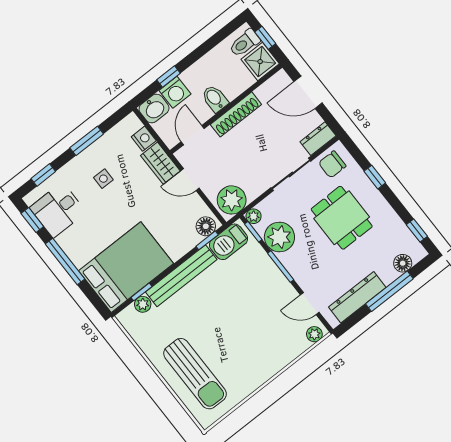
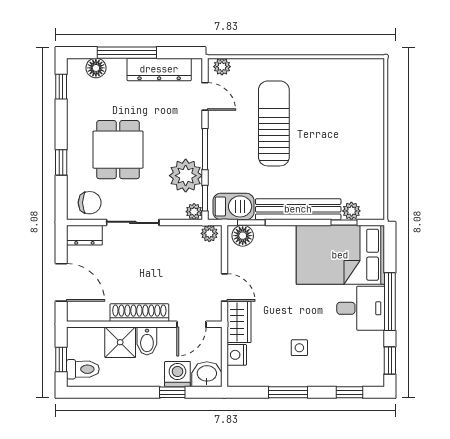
shower: (260, 62) -> (120, 342), moved
plant: (232, 200) -> (209, 233), width x0.53, depth x0.53
desk: (58, 210) -> (361, 308), moved
sun lounger: (195, 374) -> (274, 123), moved

